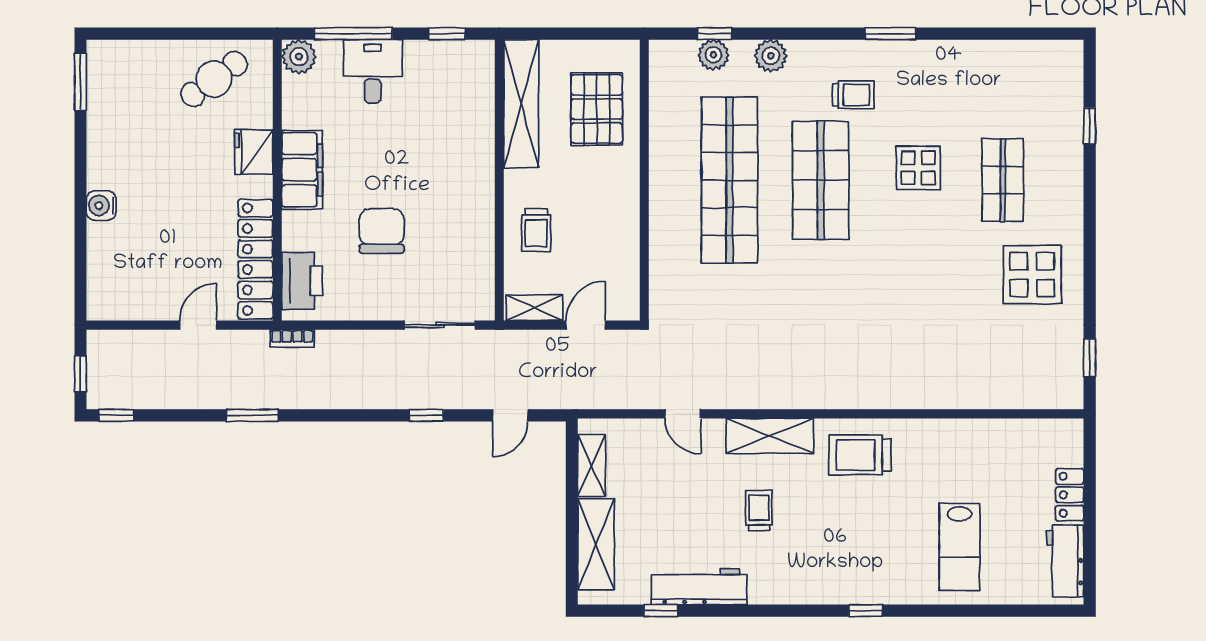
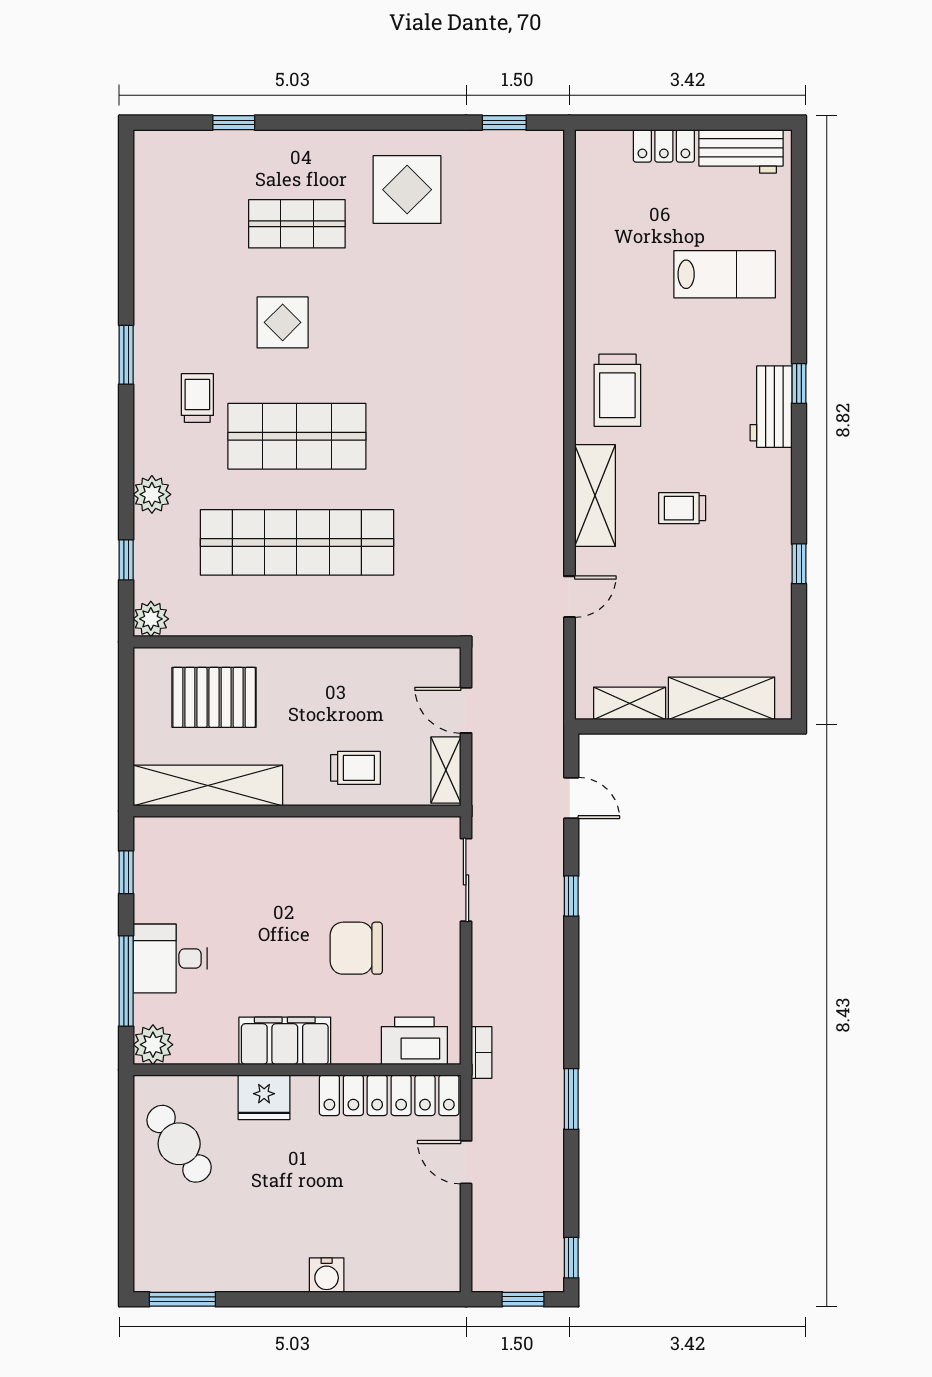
plant: (713, 55) -> (151, 619), moved
workbench: (699, 587) -> (771, 407), moved, width x0.73
window: (661, 611) -> (799, 564), moved

